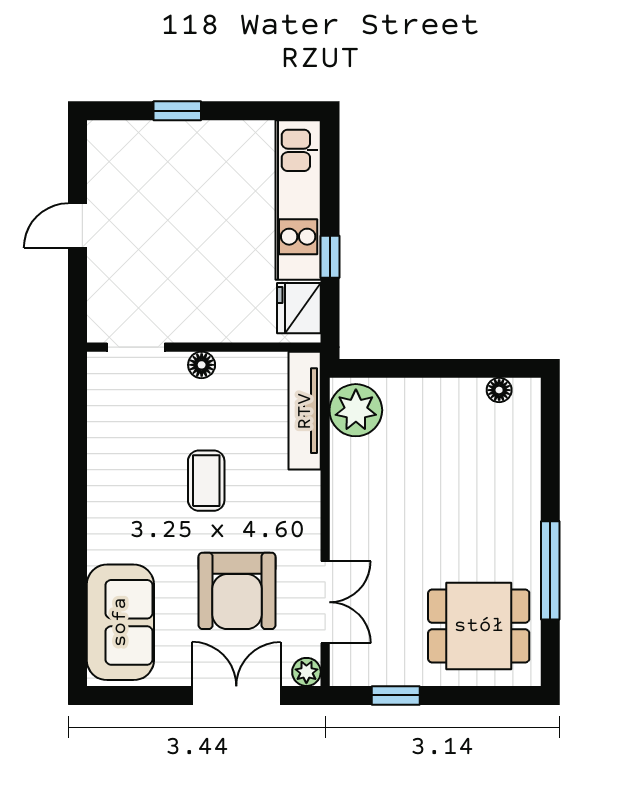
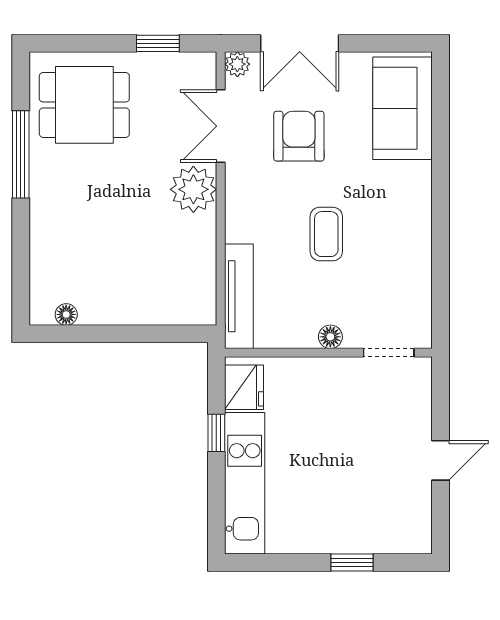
plant: (356, 410) -> (193, 189), moved
armchair: (237, 591) -> (299, 136), width x0.73, depth x0.73

